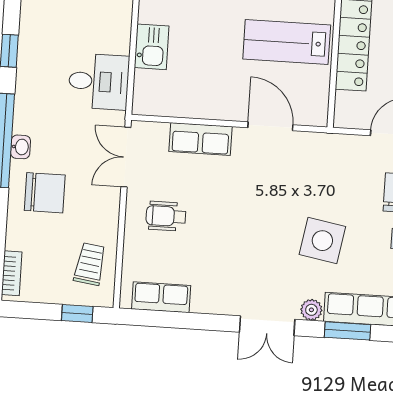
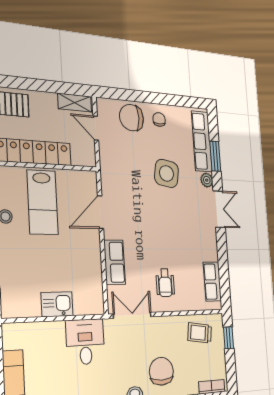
double door: (126, 157) -> (132, 315), swing flipped

